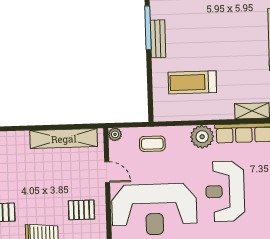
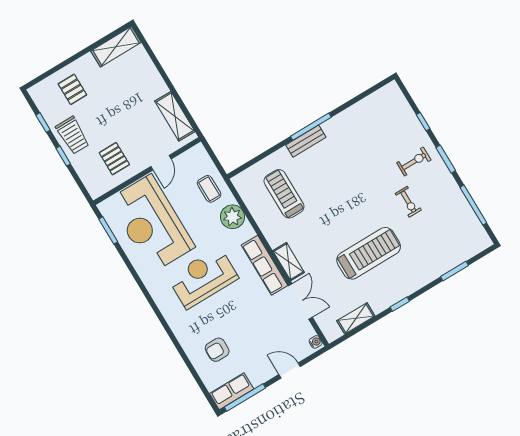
plant: (115, 134) -> (199, 151), removed
plant: (202, 137) -> (232, 217), moved
shelving: (64, 139) -> (175, 116), width x0.68

